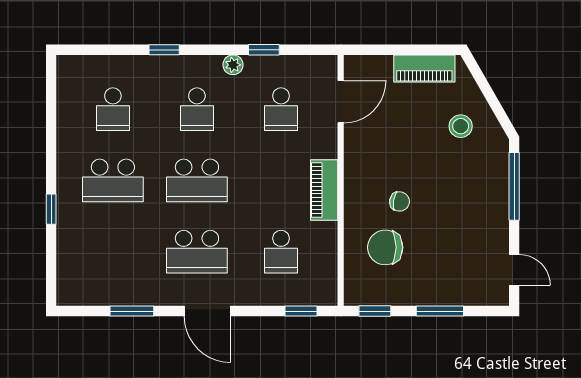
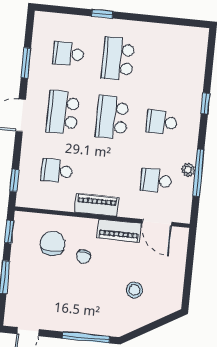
window: (264, 50) -> (198, 173), width x2.17
plant: (233, 65) -> (188, 170), moved
piano: (424, 69) -> (119, 231), moved, turned -90
school desk: (113, 109) -> (69, 54), moved
stool: (461, 126) -> (134, 290), moved

